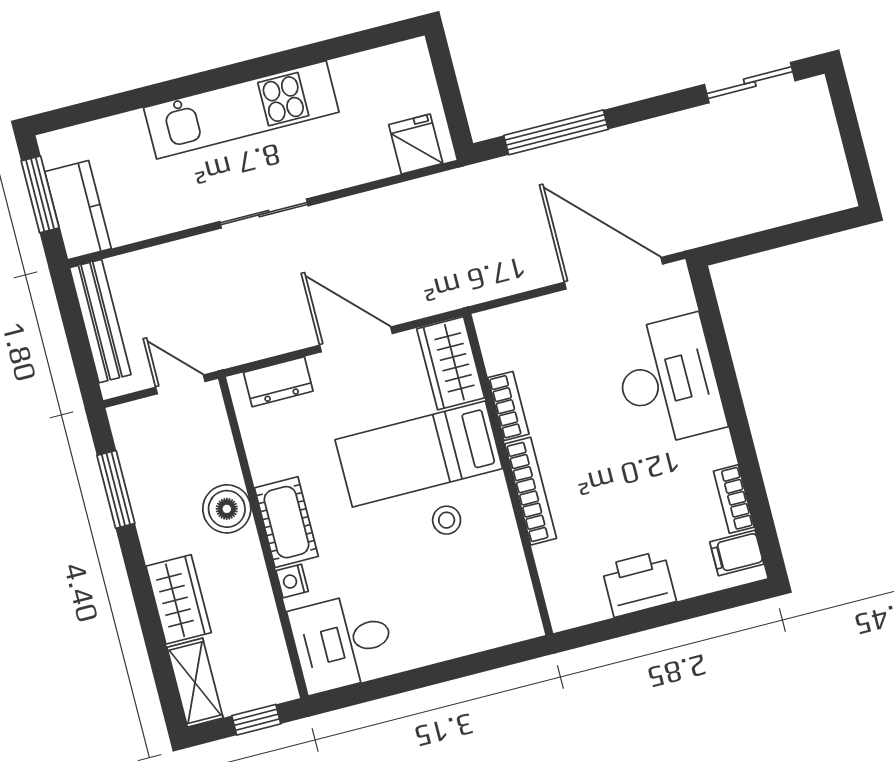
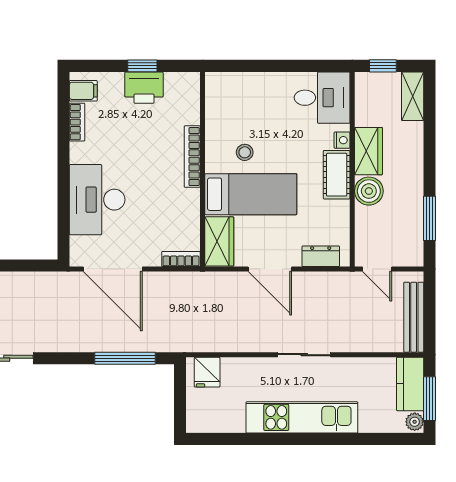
plant: (55, 150) -> (415, 422), added
bookcase: (508, 406) -> (181, 259), moved, turned 90
wardrobe: (179, 599) -> (368, 151), moved, turned 180
window: (650, 619) -> (142, 66), added

